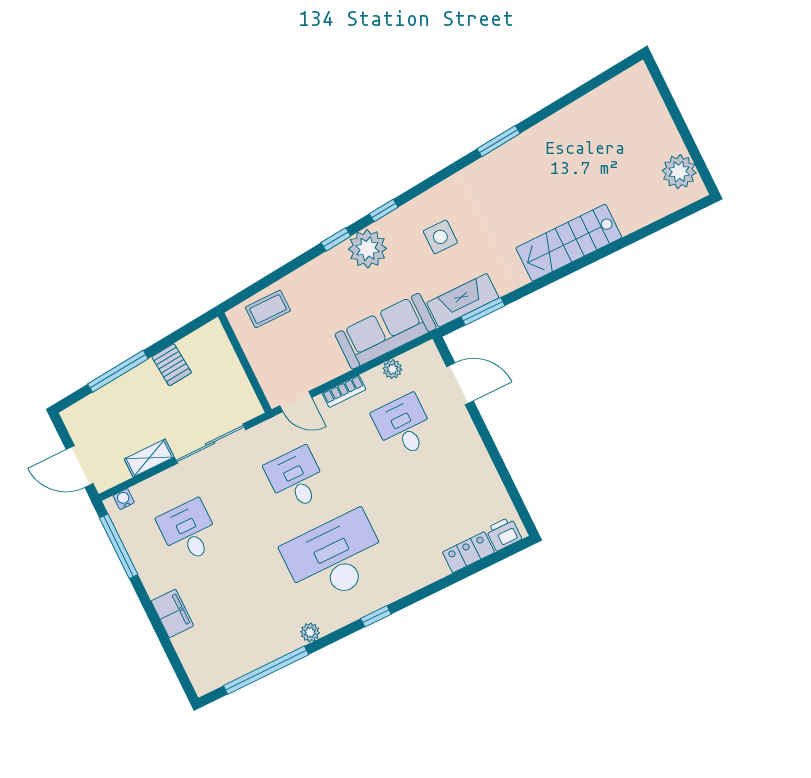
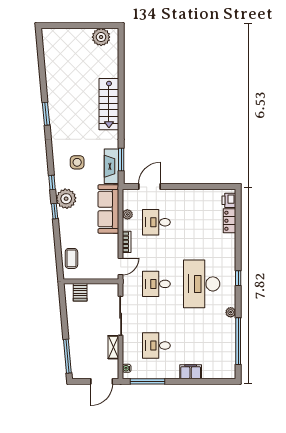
server rack: (172, 365) -> (80, 292), moved, turned 95
window: (118, 371) -> (67, 356), moved

